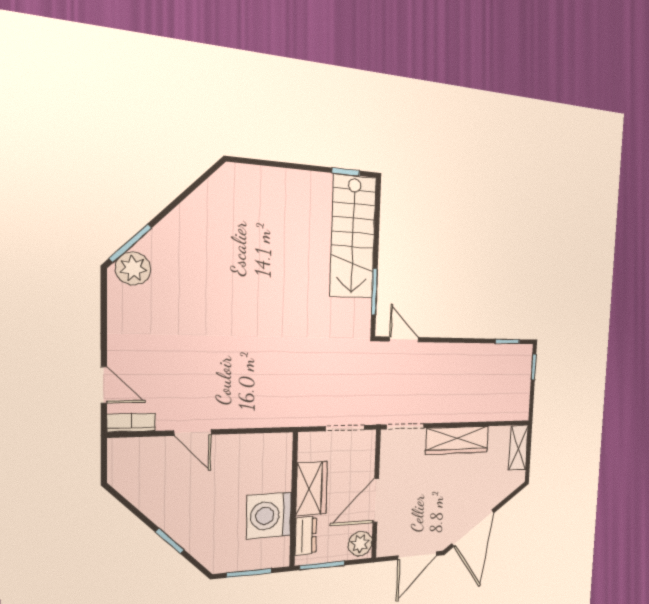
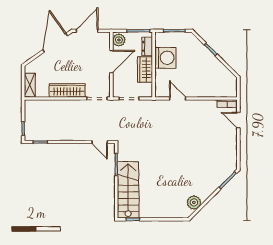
plant: (133, 269) -> (194, 202), moved
door: (193, 433) -> (178, 98), moved

